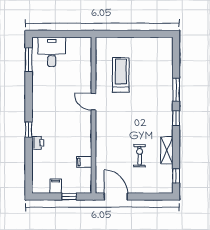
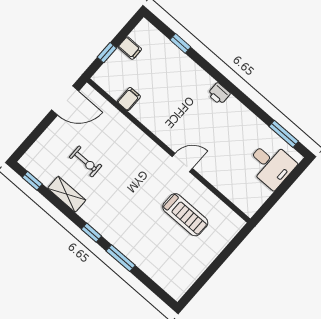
window: (29, 130) -> (180, 43), moved
printer: (38, 143) -> (219, 94), moved

